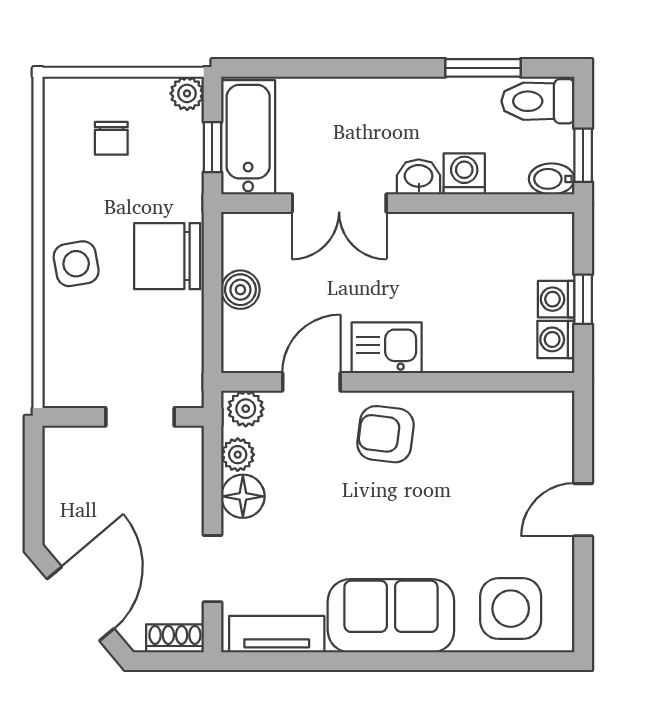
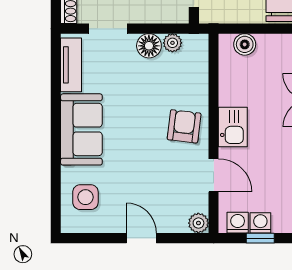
boiler: (240, 290) -> (245, 44), moved
door: (311, 382) -> (214, 175), moved
plant: (246, 409) -> (198, 223), moved
side table: (511, 609) -> (85, 197), width x0.73, depth x0.73

